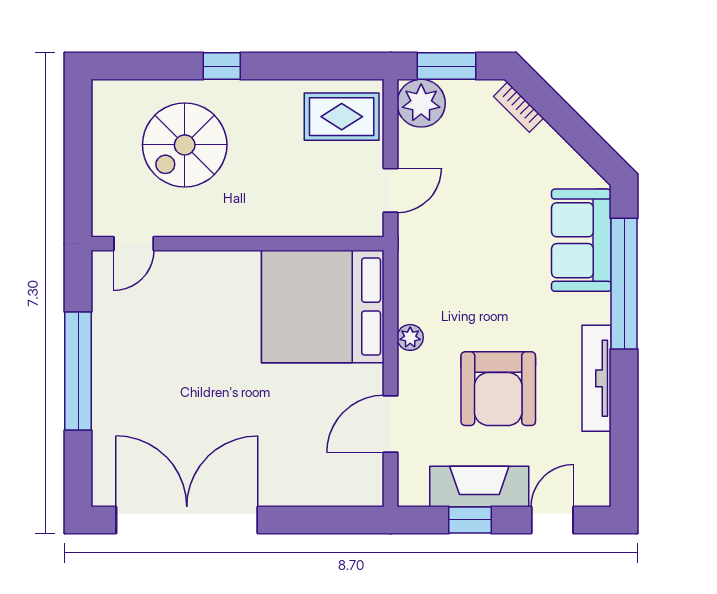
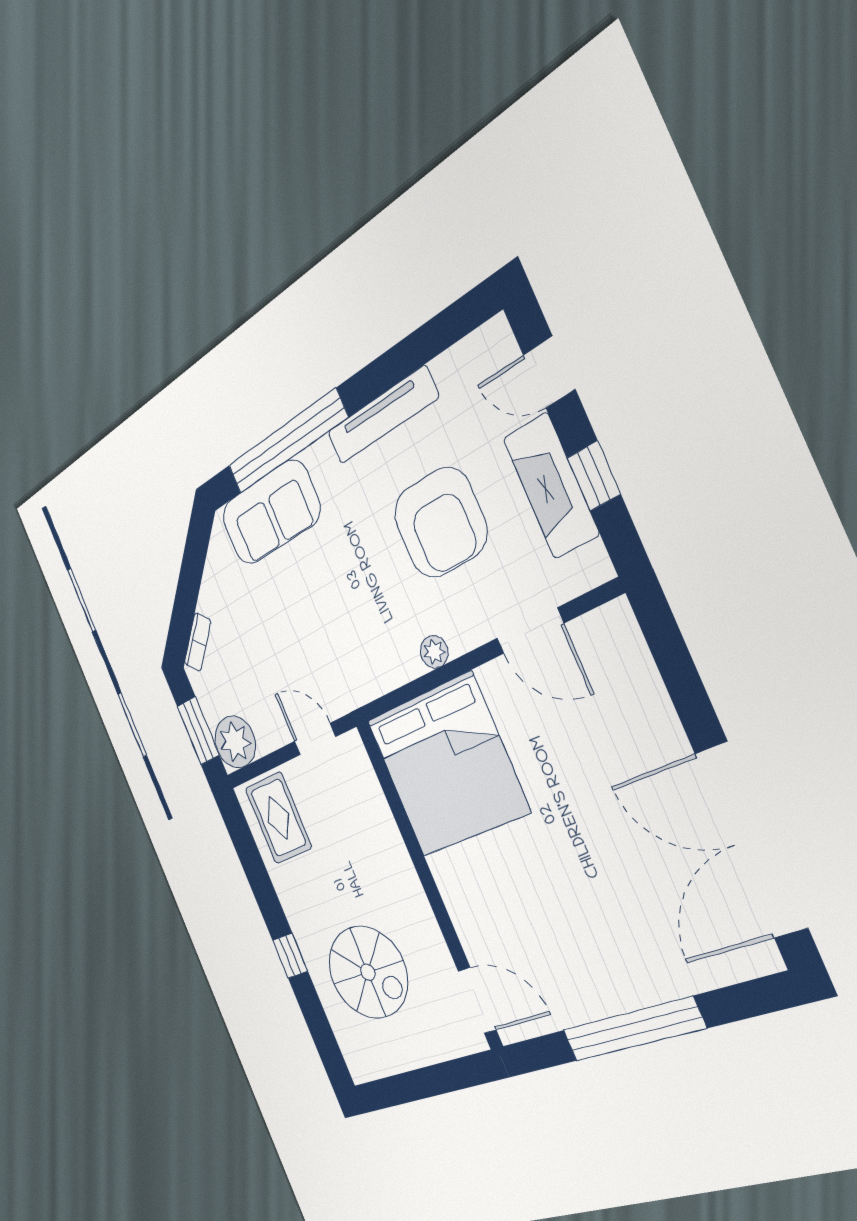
door: (134, 244) -> (477, 1000), width x1.38
armchair: (498, 389) -> (440, 523), turned 90

